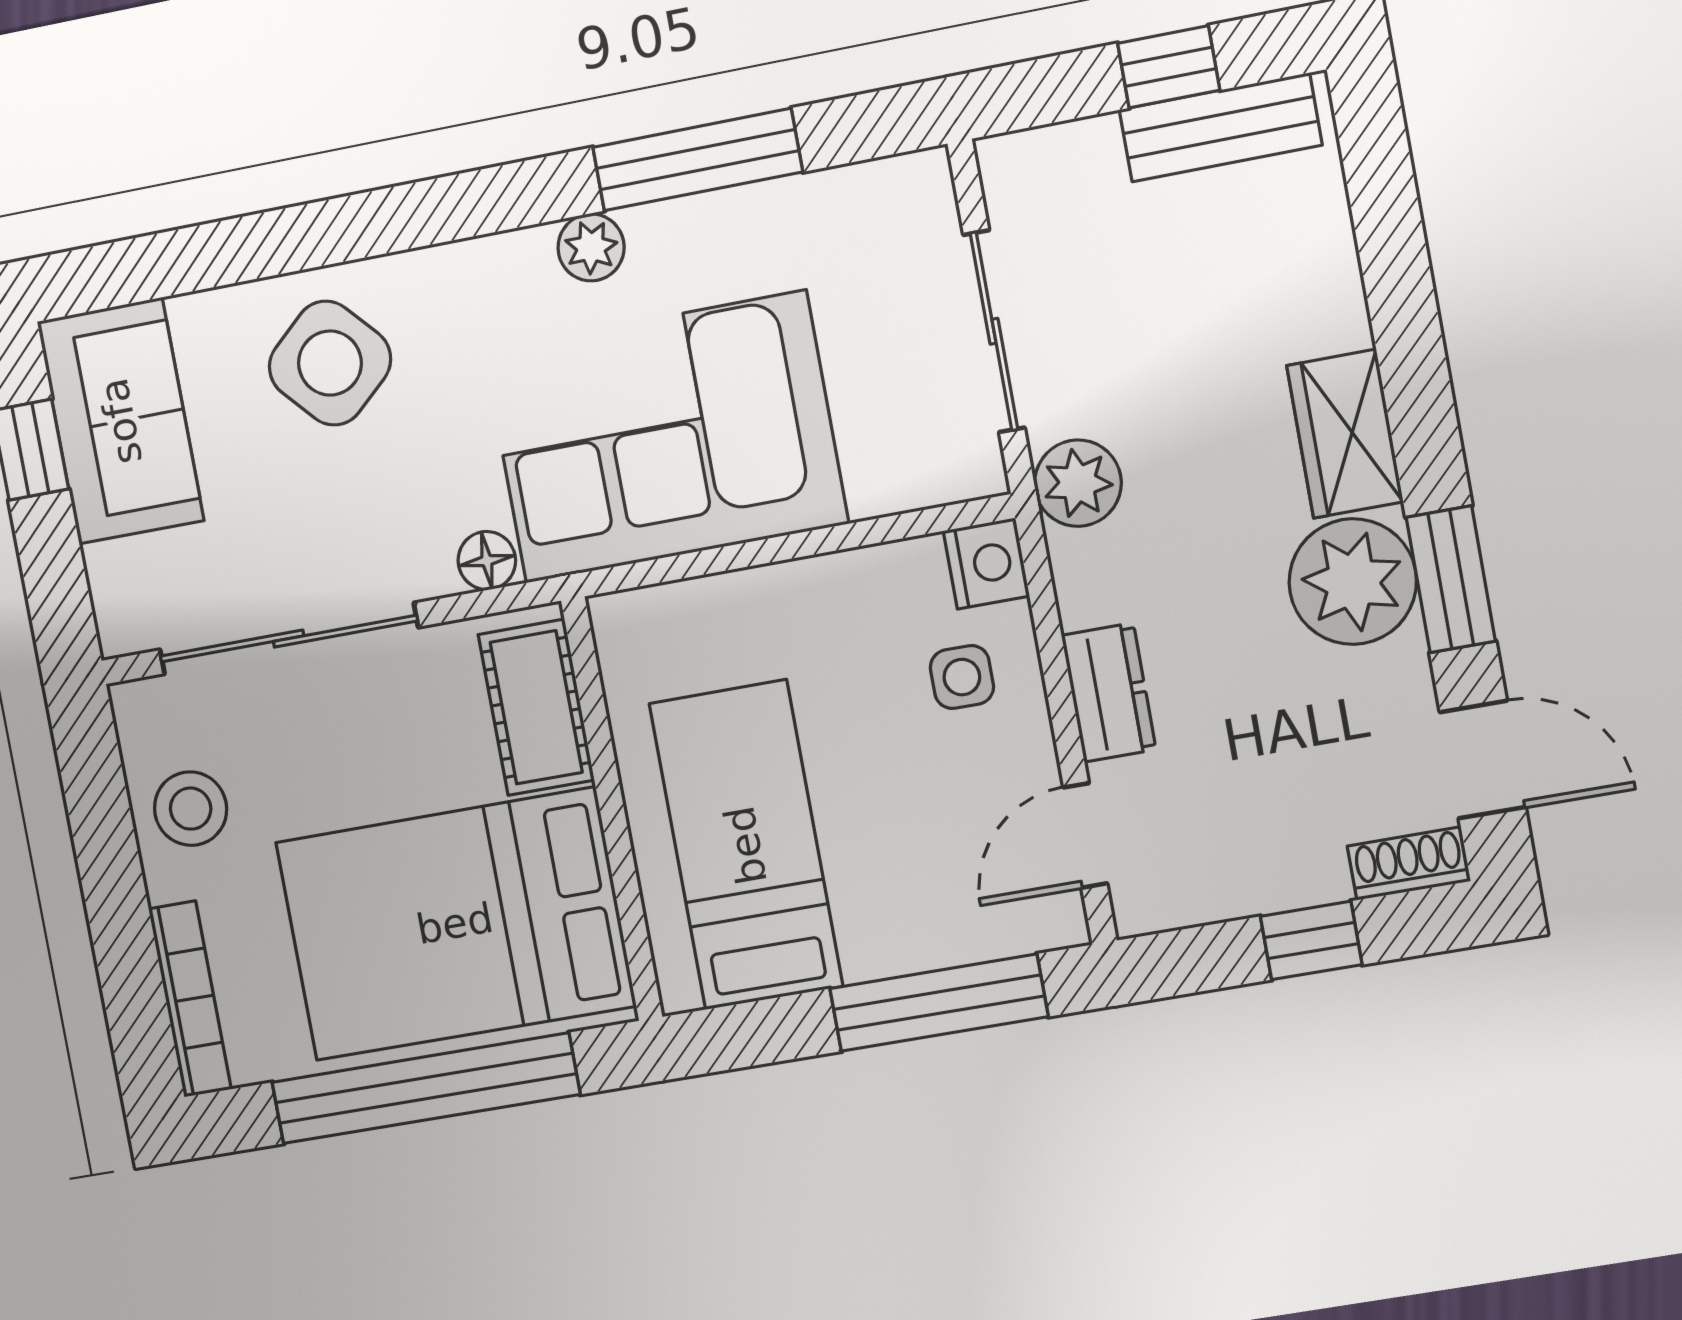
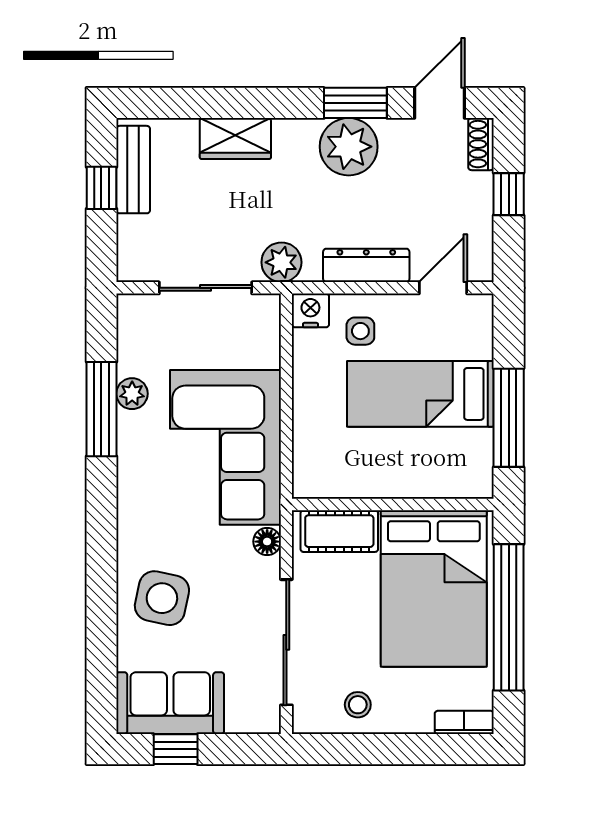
plant: (591, 247) -> (132, 394), moved
side table: (330, 363) -> (162, 598), turned -36
wardrobe: (1345, 434) -> (235, 138), moved
dresser: (1109, 692) -> (366, 265), width x1.44
stool: (191, 809) -> (358, 705), width x0.73, depth x0.73
door: (1085, 835) -> (443, 288), swing flipped
bed: (746, 845) -> (420, 394), moved
bookcase: (190, 999) -> (464, 722), width x0.64
window: (939, 1003) -> (509, 418), moved

